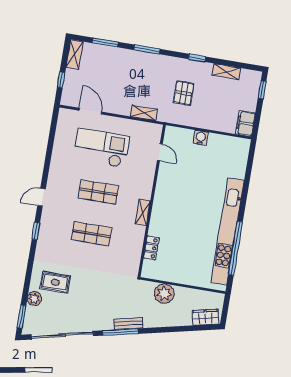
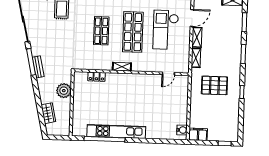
shelving: (226, 72) -> (197, 37), moved
pallet: (184, 93) -> (214, 85), width x1.50, depth x1.42
water cooler: (201, 138) -> (182, 130), moved
checkout: (101, 148) -> (166, 30), turned 180
shop shelf: (98, 192) -> (133, 32), width x1.43, depth x1.36
kitchen unit: (227, 231) -> (116, 131), width x0.73
wardrobe: (205, 317) -> (48, 113), moved

